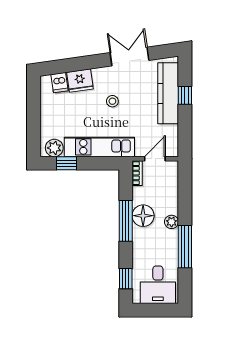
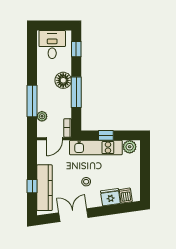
double door: (130, 56) -> (73, 215), swing flipped
window: (66, 163) -> (106, 135), moved
floor lamp: (143, 216) -> (63, 80), moved
plant: (172, 222) -> (42, 116), moved
window: (185, 247) -> (32, 101), moved

